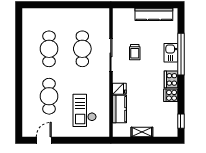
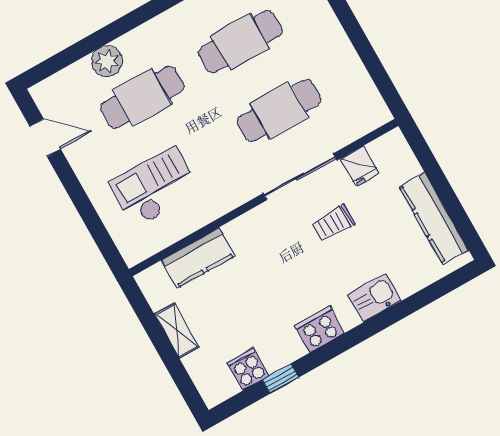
window: (181, 54) -> (383, 320), removed
fridge: (119, 89) -> (360, 166), moved
cooker: (171, 95) -> (248, 369), moved
plant: (29, 102) -> (107, 61), added
window: (181, 121) -> (280, 379), moved

